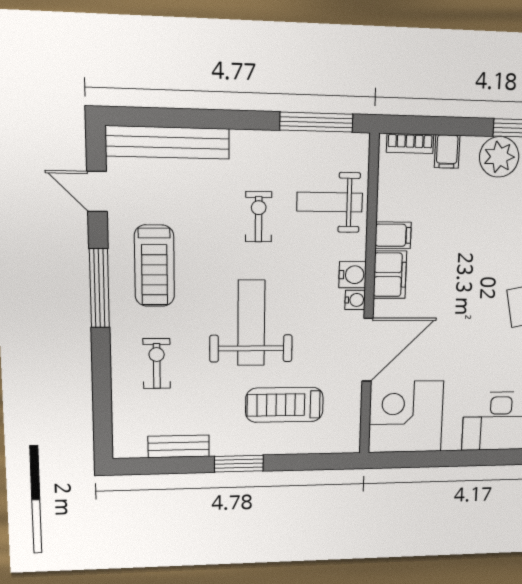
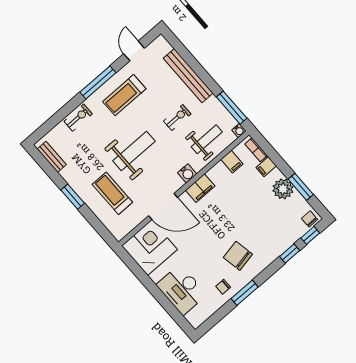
bench: (168, 142) -> (188, 76), moved
weight bench: (330, 202) -> (207, 139), turned 90
filing cabinet: (393, 235) -> (232, 162), moved
water cooler: (355, 300) -> (239, 130), moved
exercise bike: (157, 364) -> (78, 118), moved
bench: (179, 446) -> (52, 157), moved

